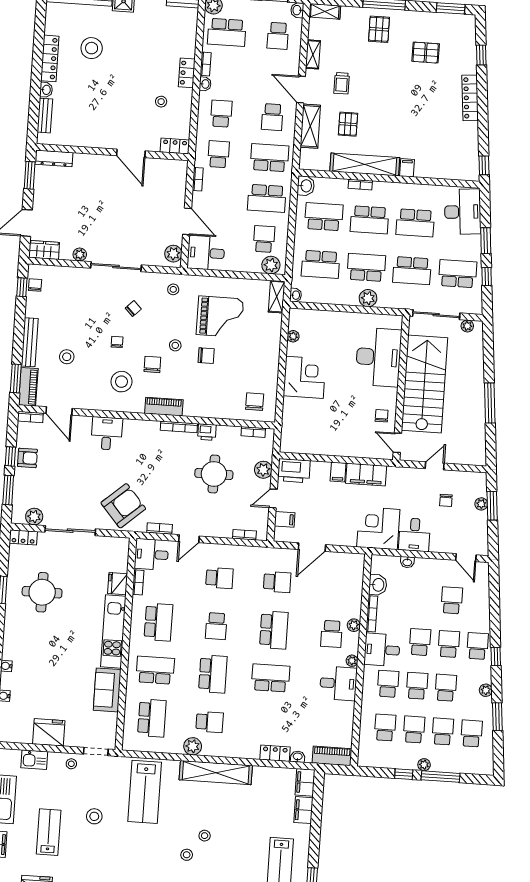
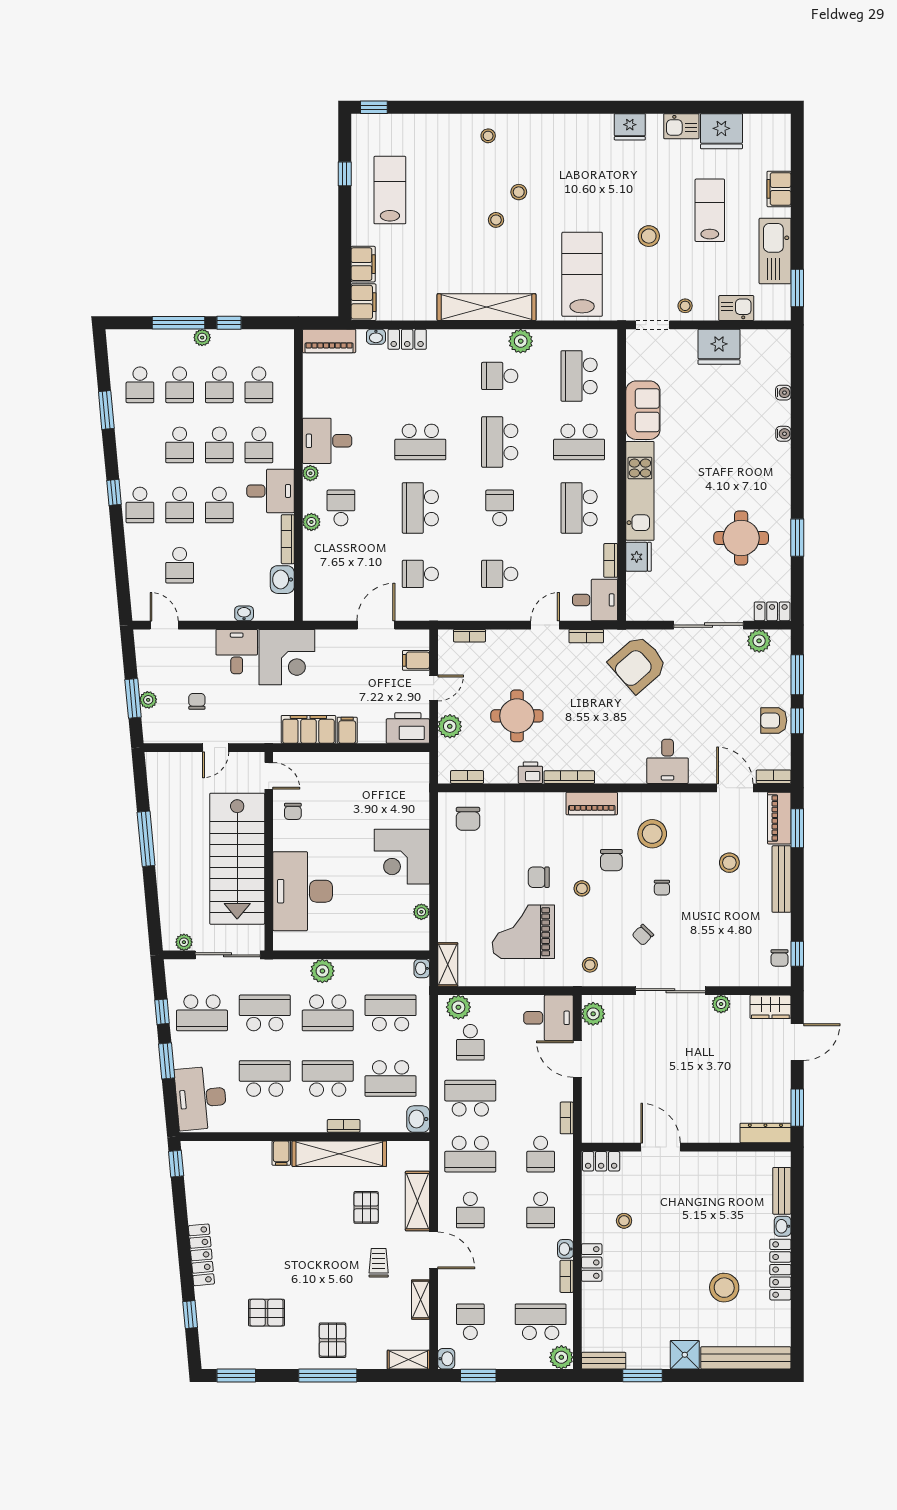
school desk: (272, 117) -> (470, 1210), turned 180
plant: (486, 690) -> (125, 445), removed
lab bench: (49, 832) -> (710, 210), turned 180

